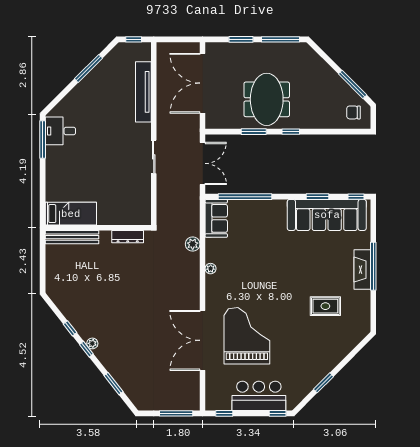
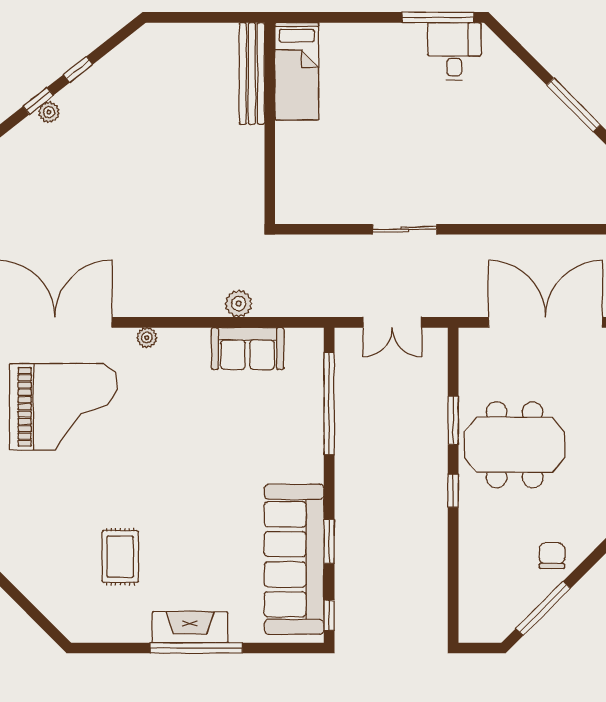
tv unit: (143, 92) -> (529, 209), removed
chair: (353, 112) -> (552, 556), moved
double door: (203, 163) -> (392, 322), width x0.73
sofa: (216, 218) -> (248, 349), moved
dresser: (128, 237) -> (253, 180), removed
plant: (211, 269) -> (147, 338), moved

